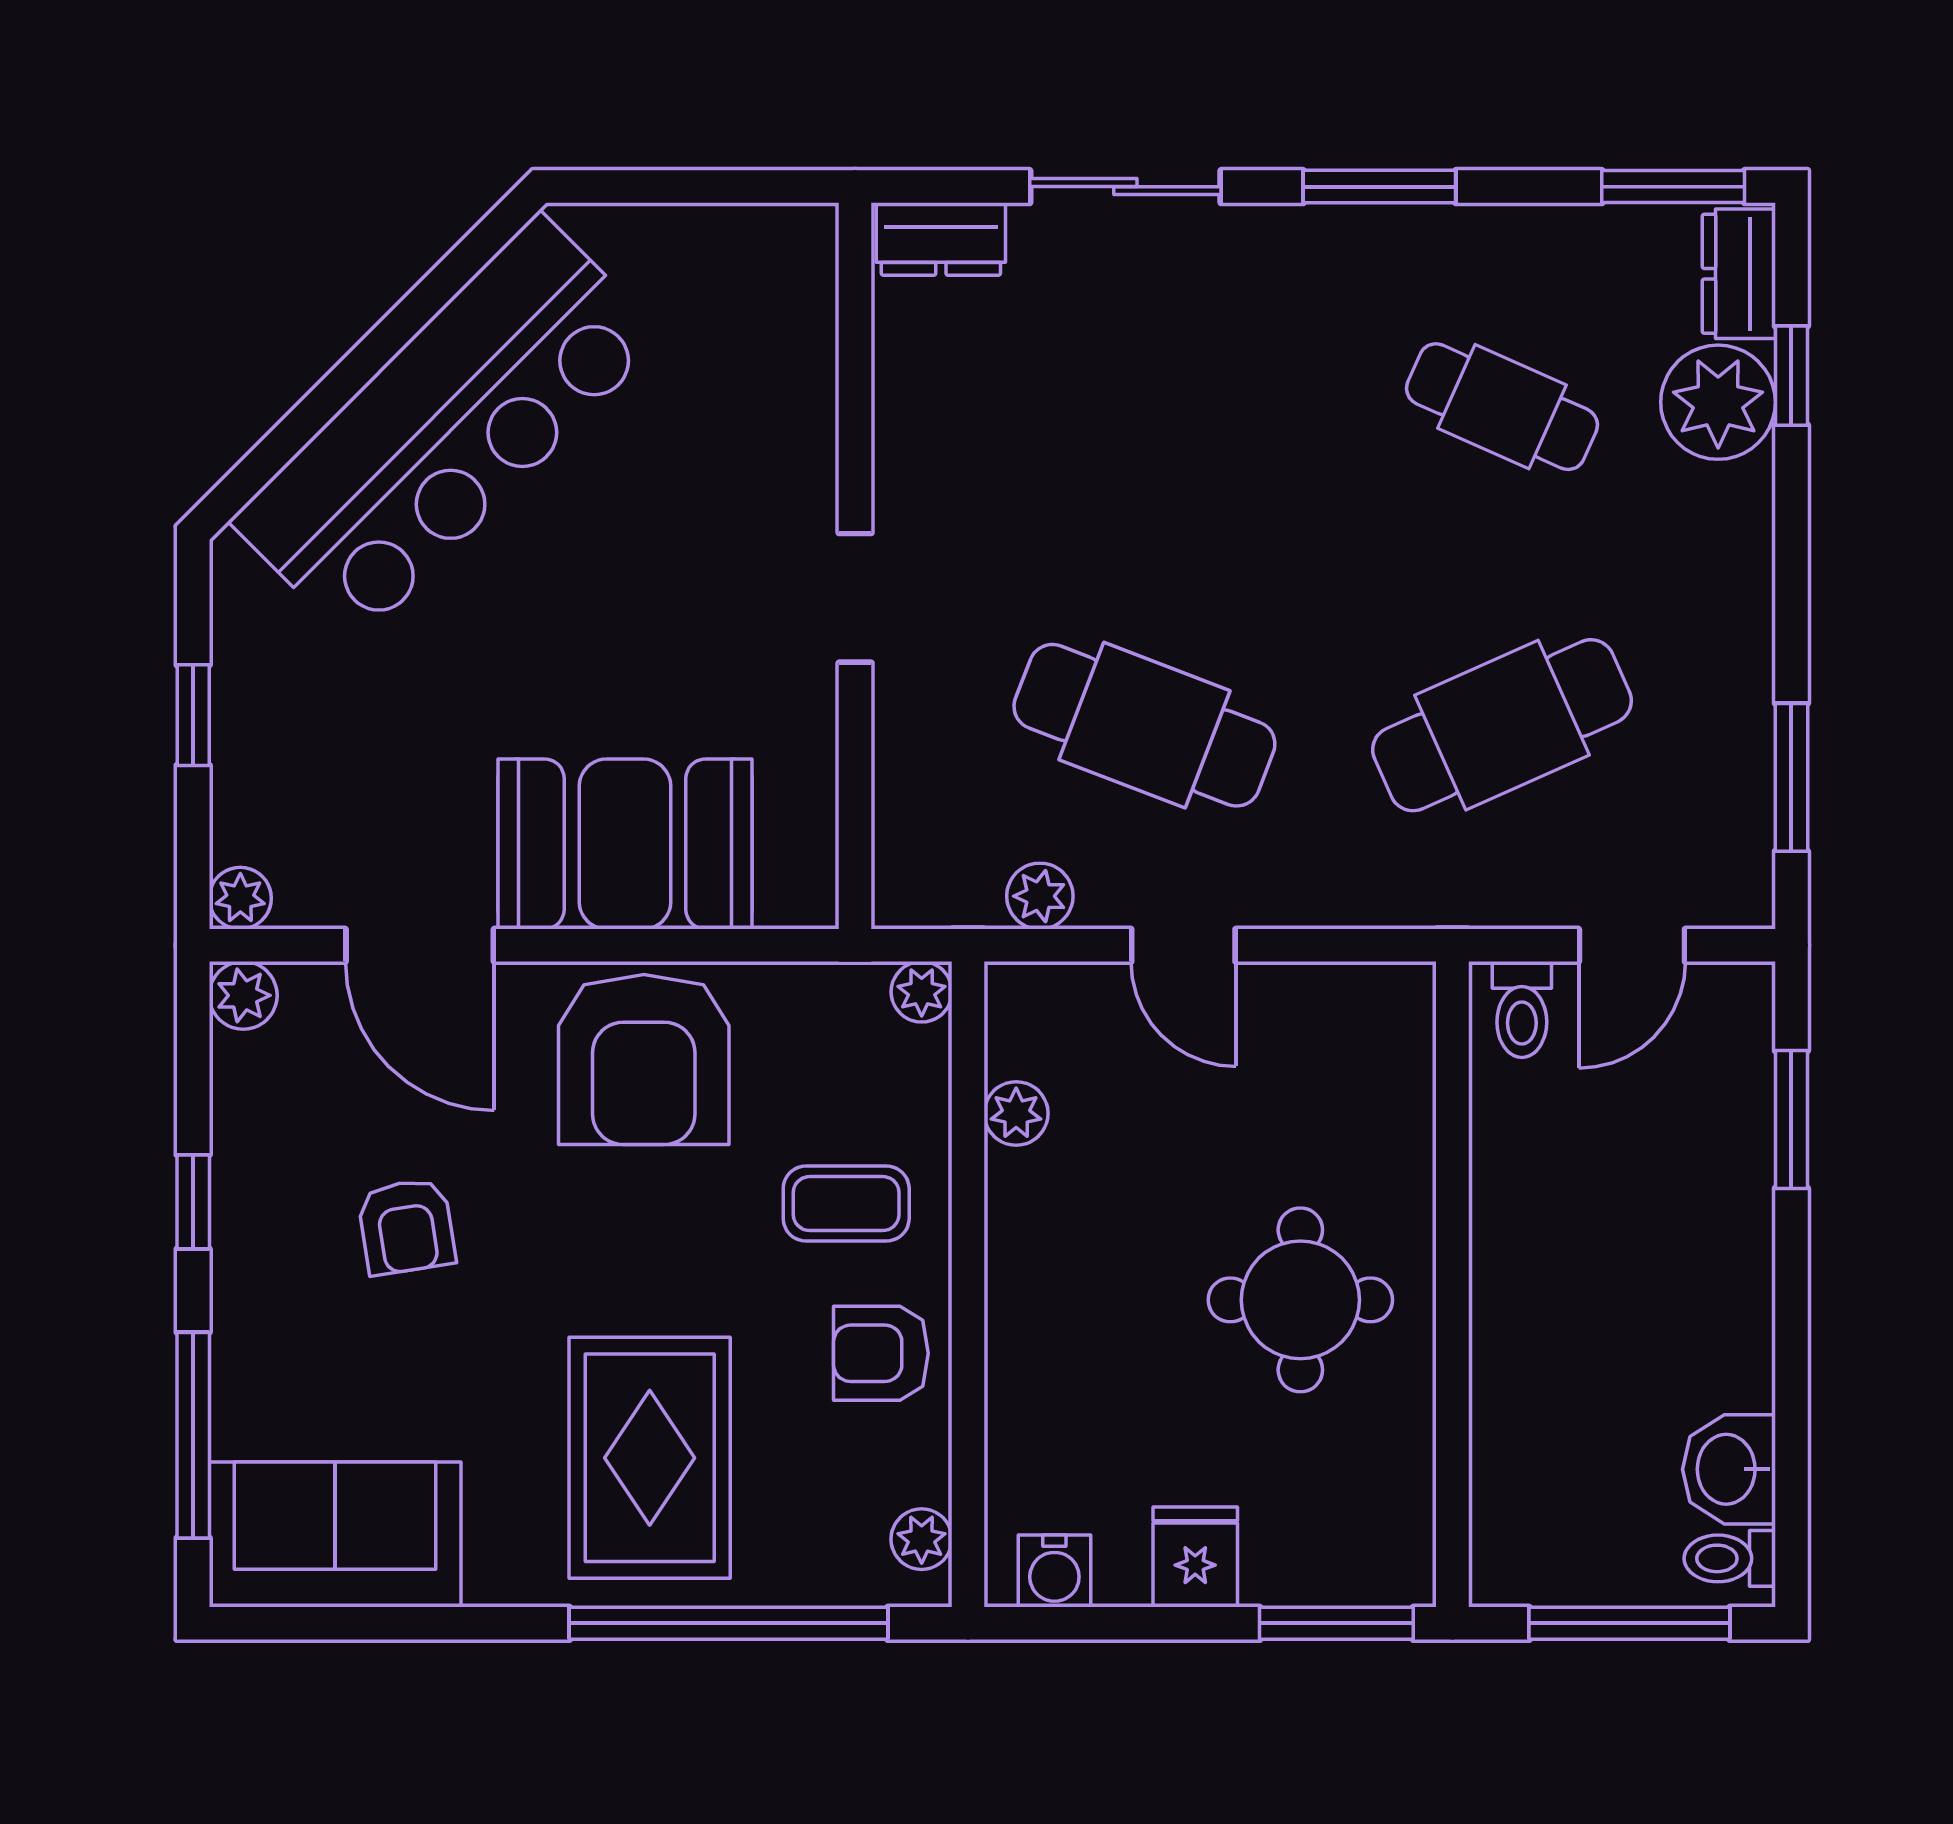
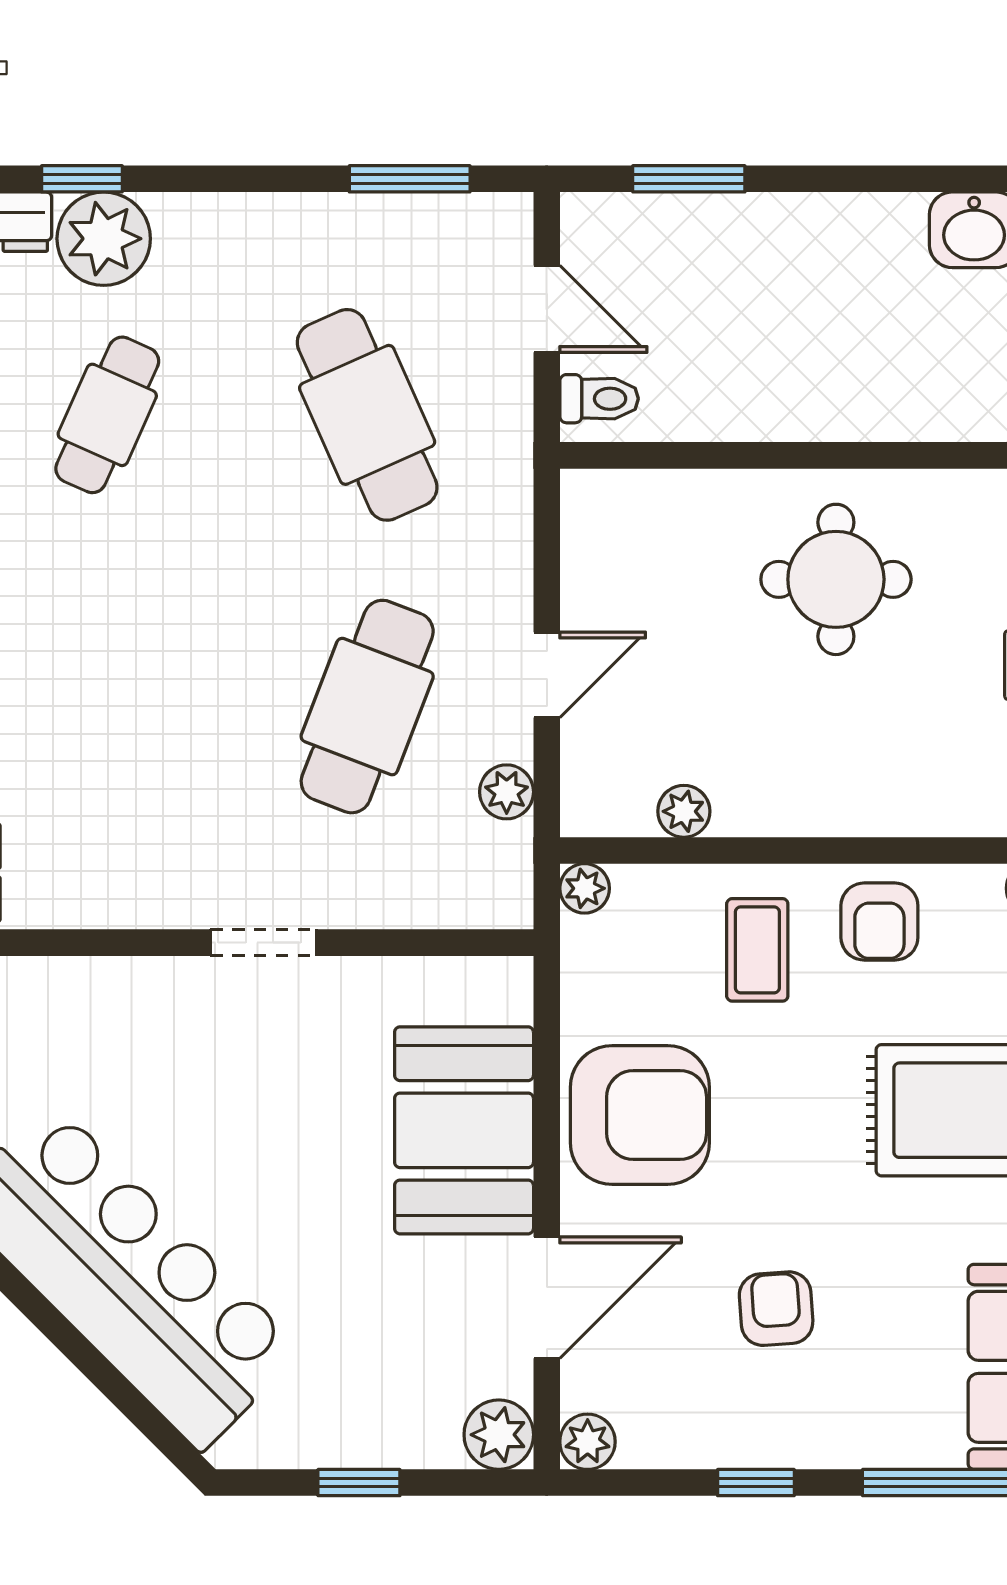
plant: (240, 898) -> (499, 1435), width x1.38, depth x1.38
armchair: (406, 1227) -> (776, 1309), turned -85

